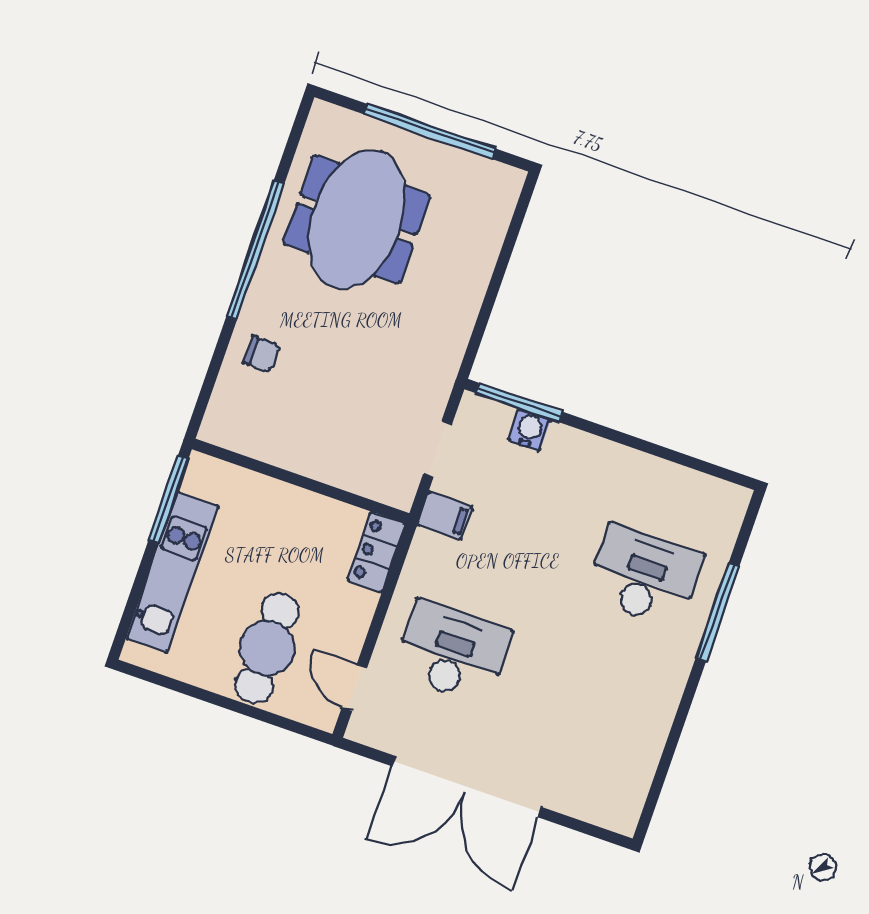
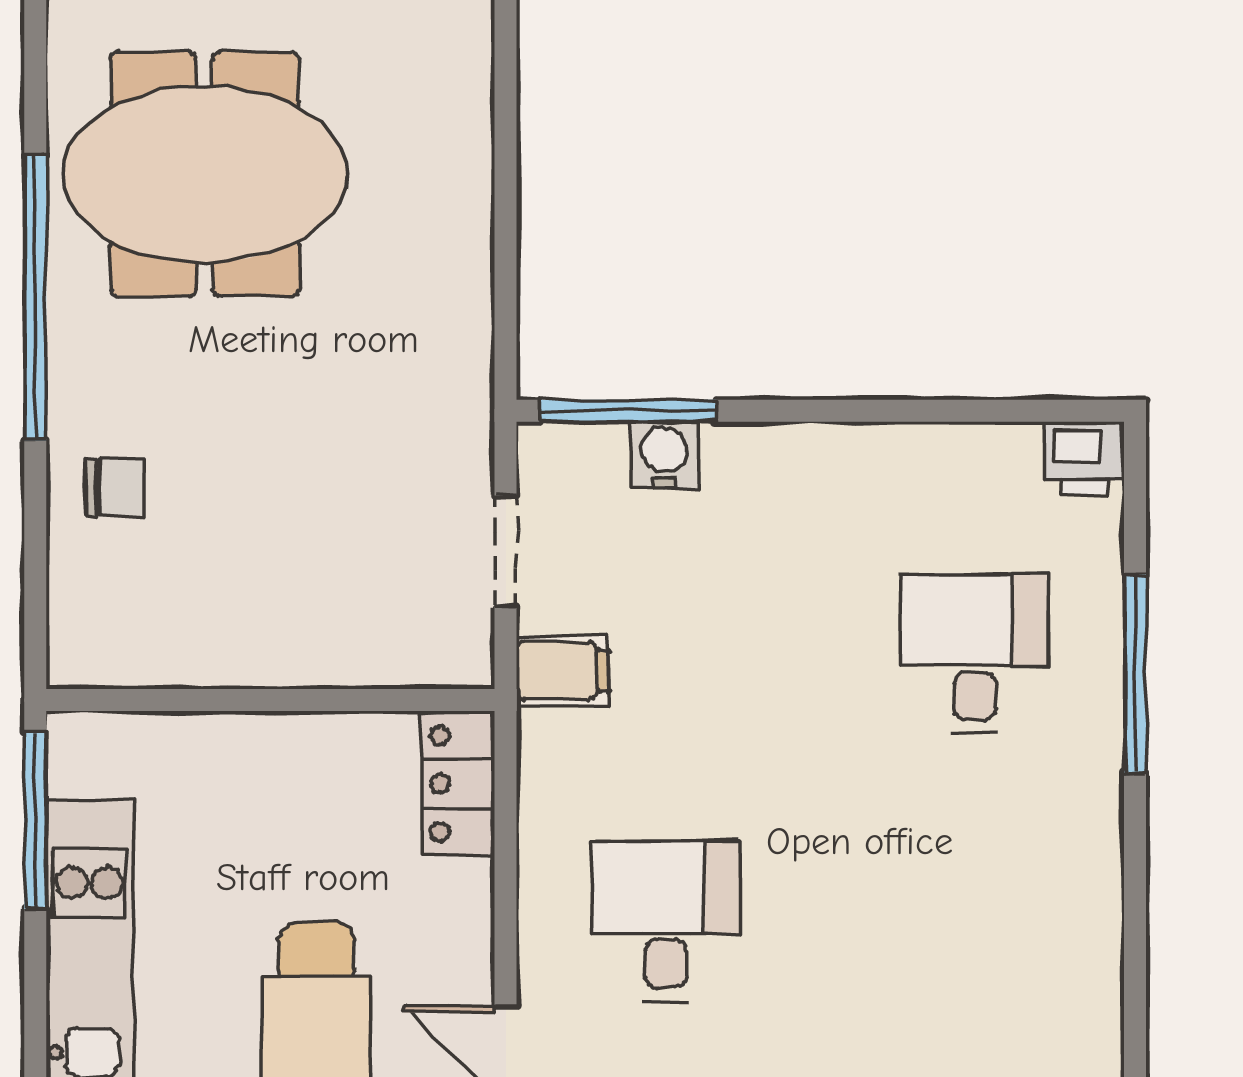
meeting table: (357, 219) -> (205, 174), turned 90
printer: (729, 501) -> (1084, 458), added
desk: (644, 576) -> (975, 653), width x0.73
desk: (453, 652) -> (666, 921), width x0.73

